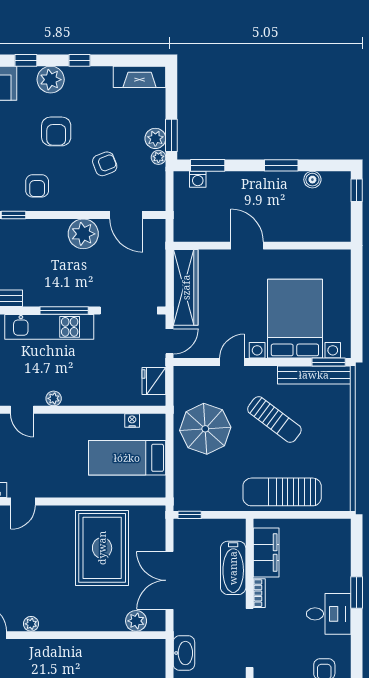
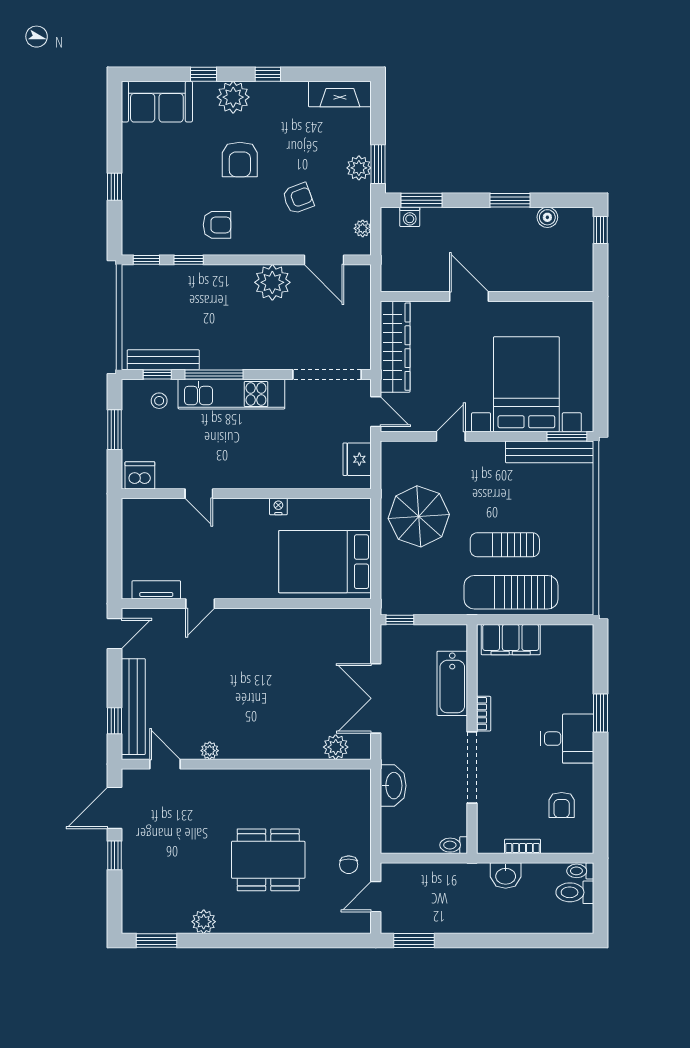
plant: (158, 157) -> (363, 228), moved
armchair: (37, 186) -> (217, 225), turned -90
window: (64, 311) -> (214, 374), moved
door: (169, 341) -> (376, 412), hinge flipped
plant: (54, 398) -> (237, 480), removed
sun lounger: (274, 420) -> (505, 545), moved, turned 143
nightstand: (132, 421) -> (278, 507), moved
bed: (127, 458) -> (325, 562), width x1.50
rug: (102, 548) -> (295, 659), removed
filing cabinet: (266, 553) -> (511, 640), moved, turned 90

